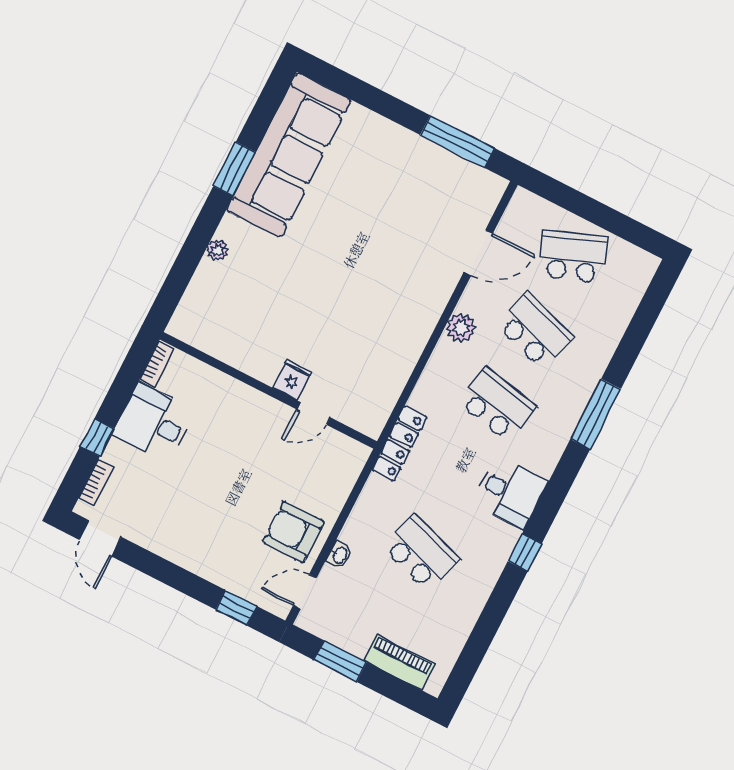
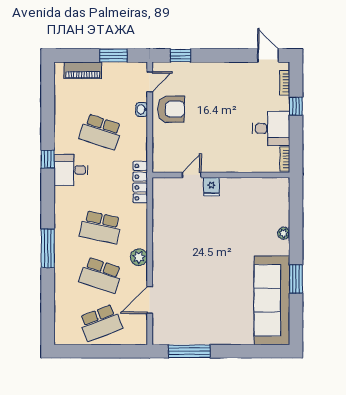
desk: (510, 492) -> (71, 170), moved

